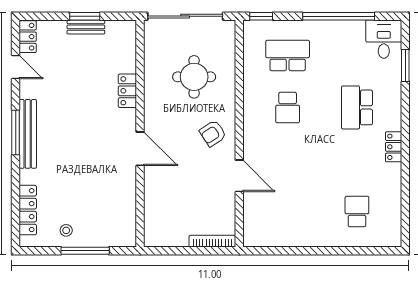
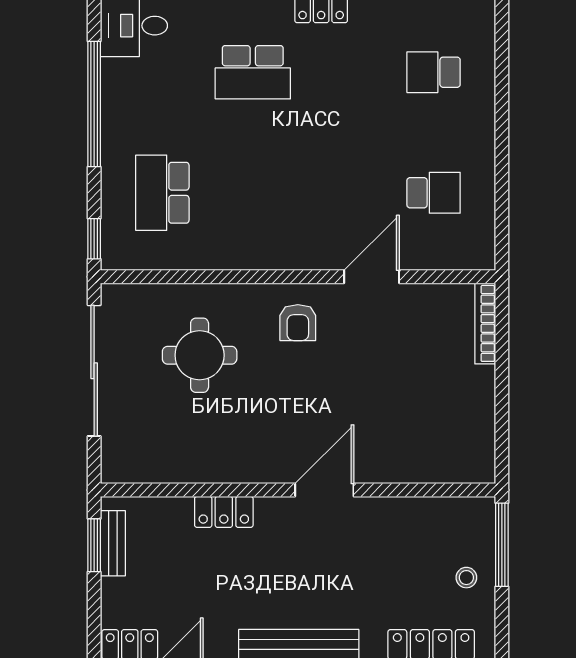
locker: (127, 91) -> (224, 512), moved
school desk: (288, 107) -> (434, 193), moved
wall: (140, 133) -> (298, 490), moved
armchair: (213, 133) -> (298, 323), turned 33
door: (140, 149) -> (324, 490), moved

